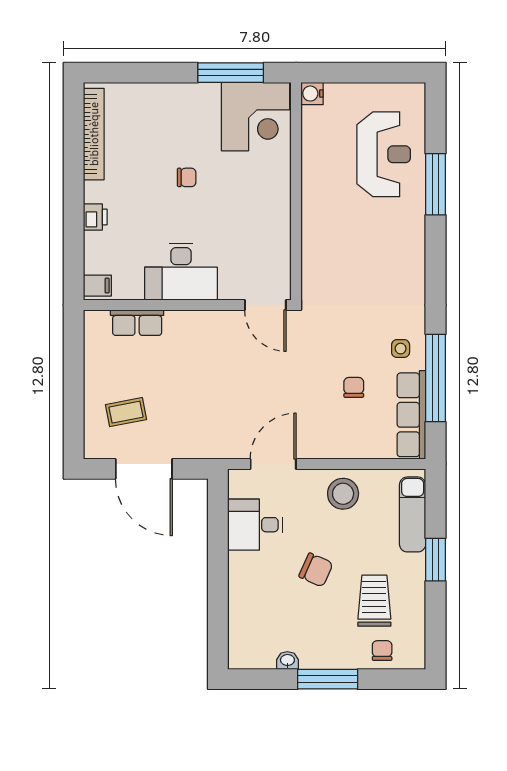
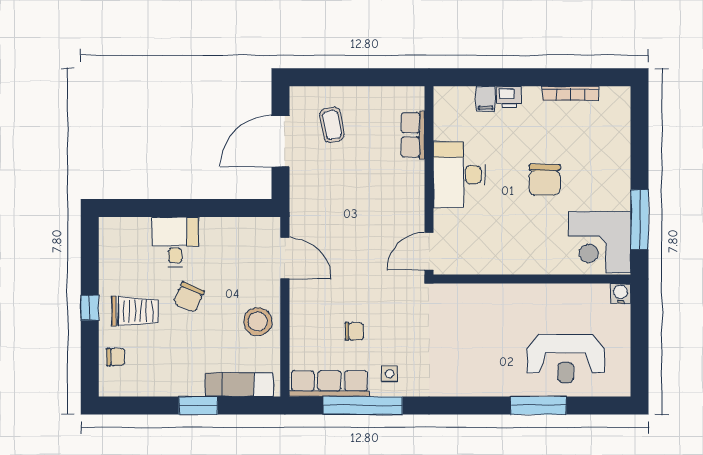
bookcase: (94, 134) -> (570, 93), width x0.68, depth x0.76
chair: (187, 177) -> (545, 180), width x1.87, depth x1.87
filing cabinet: (97, 286) -> (486, 99), moved
desk: (255, 525) -> (175, 242), moved
trolley: (374, 601) -> (135, 311), moved
washbasin: (287, 661) -> (107, 271), removed
window: (328, 679) -> (90, 308), width x0.46

